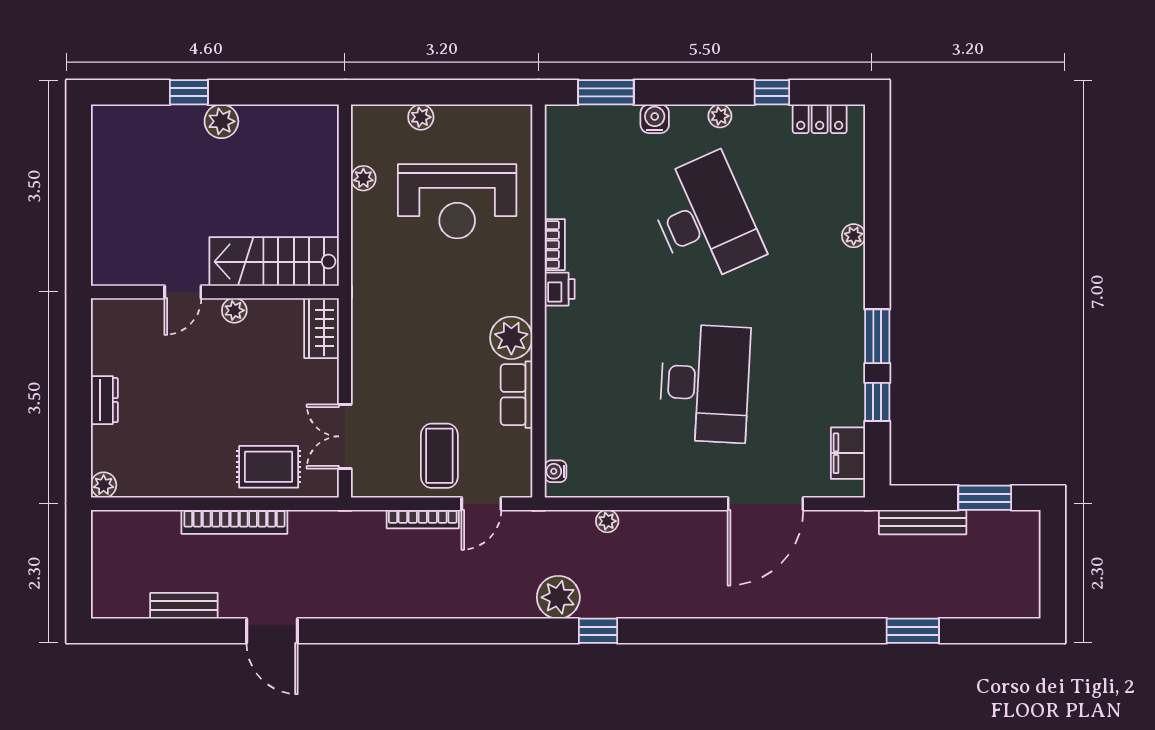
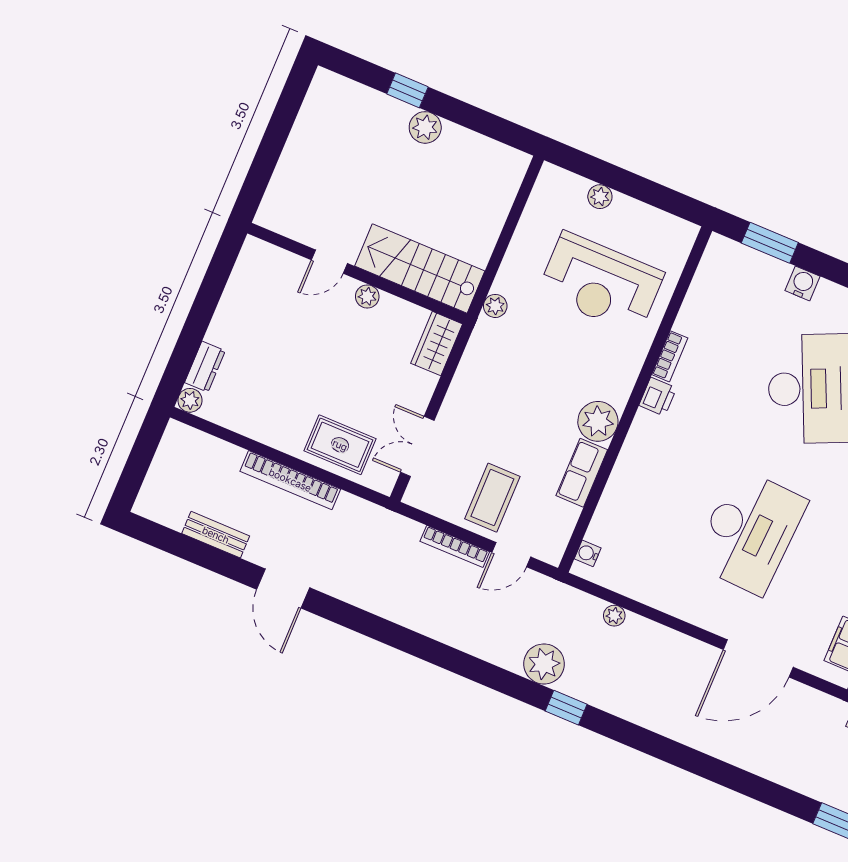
plant: (363, 178) -> (495, 306), moved
dresser: (104, 400) -> (205, 367), moved

